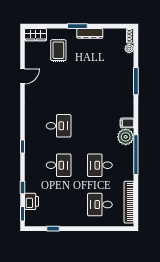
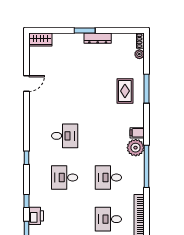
rug: (58, 50) -> (125, 91), moved
desk: (59, 165) -> (65, 178), turned 180

